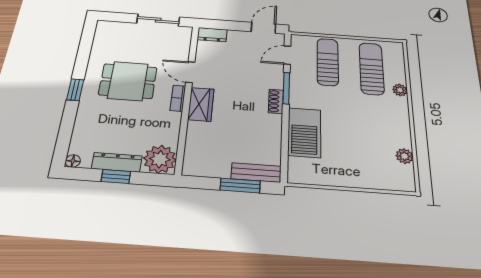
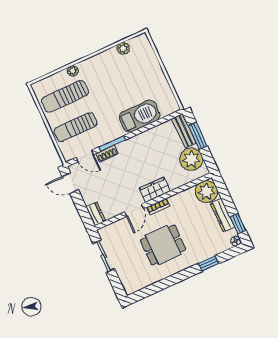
dining table: (128, 81) -> (163, 245), turned 90
window: (75, 90) -> (209, 263), moved
shoe rack: (276, 101) -> (107, 154), moved
plant: (213, 163) -> (191, 159), added
window: (116, 176) -> (238, 224), moved

